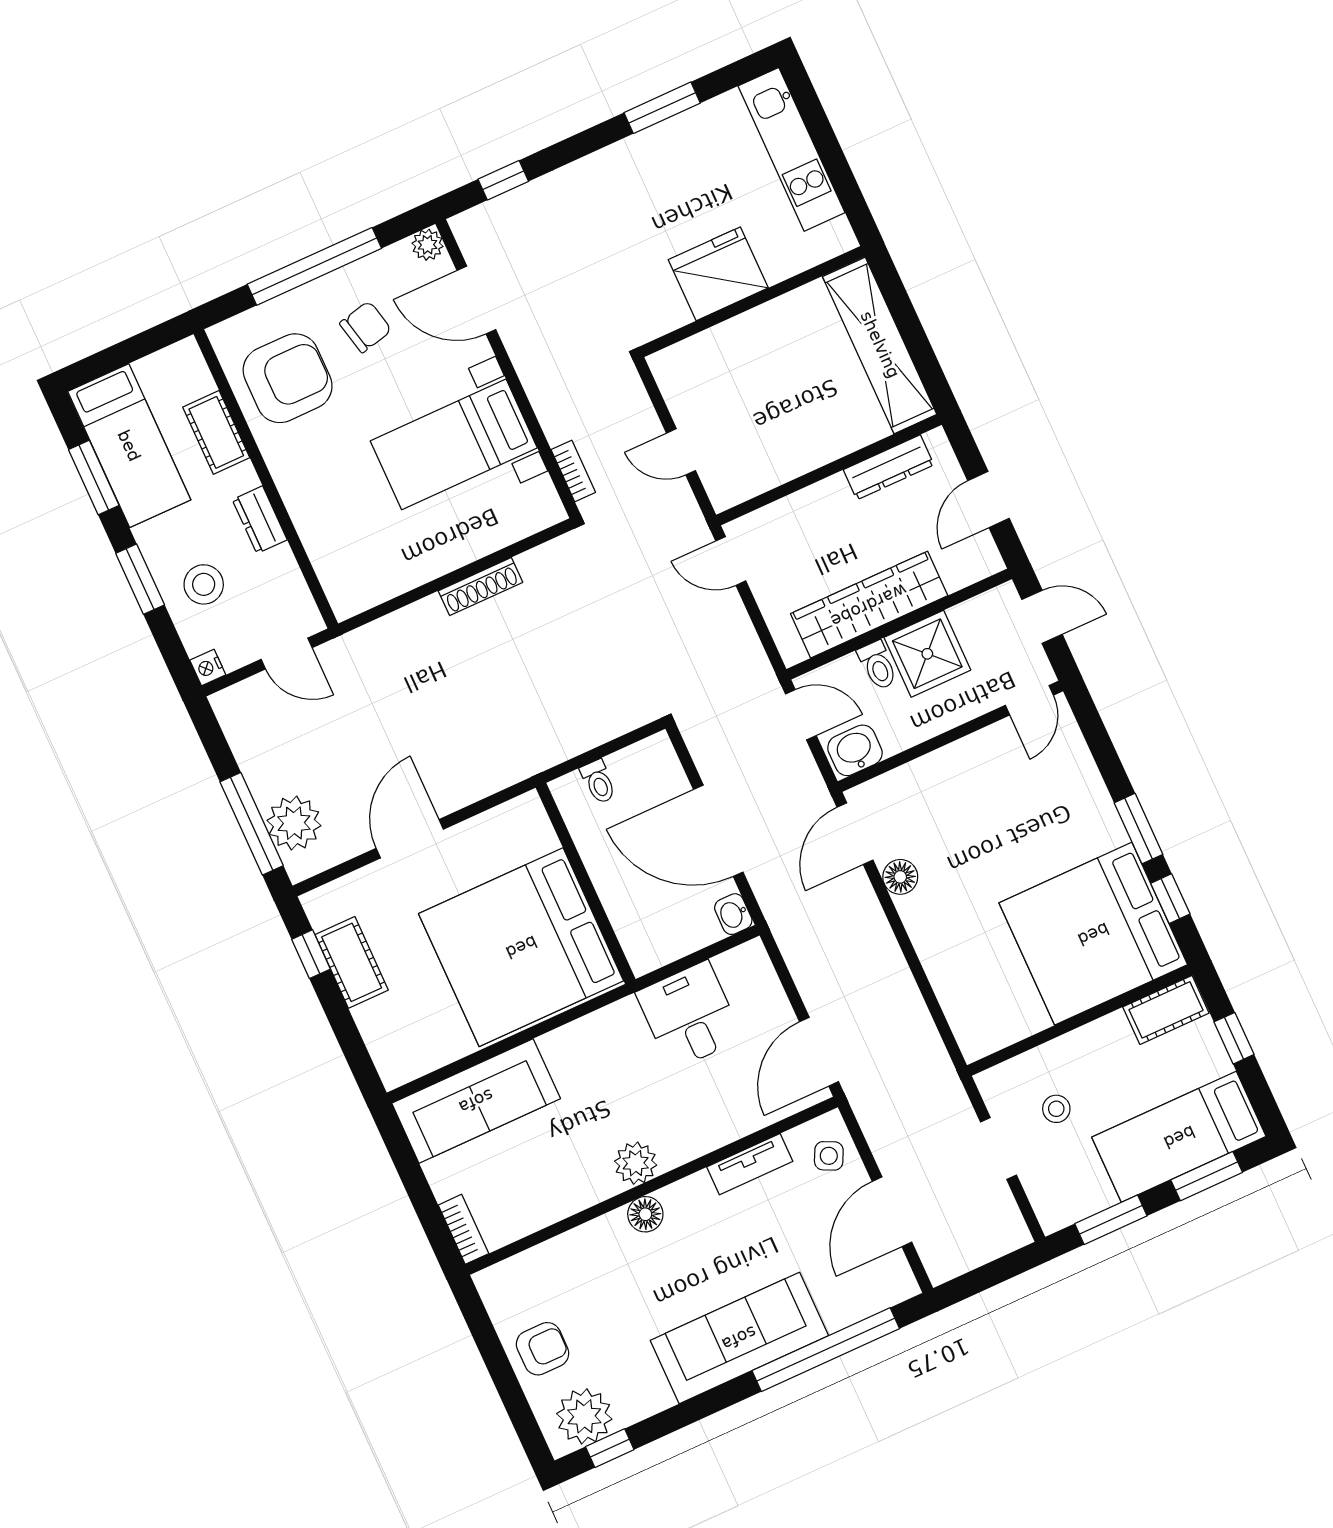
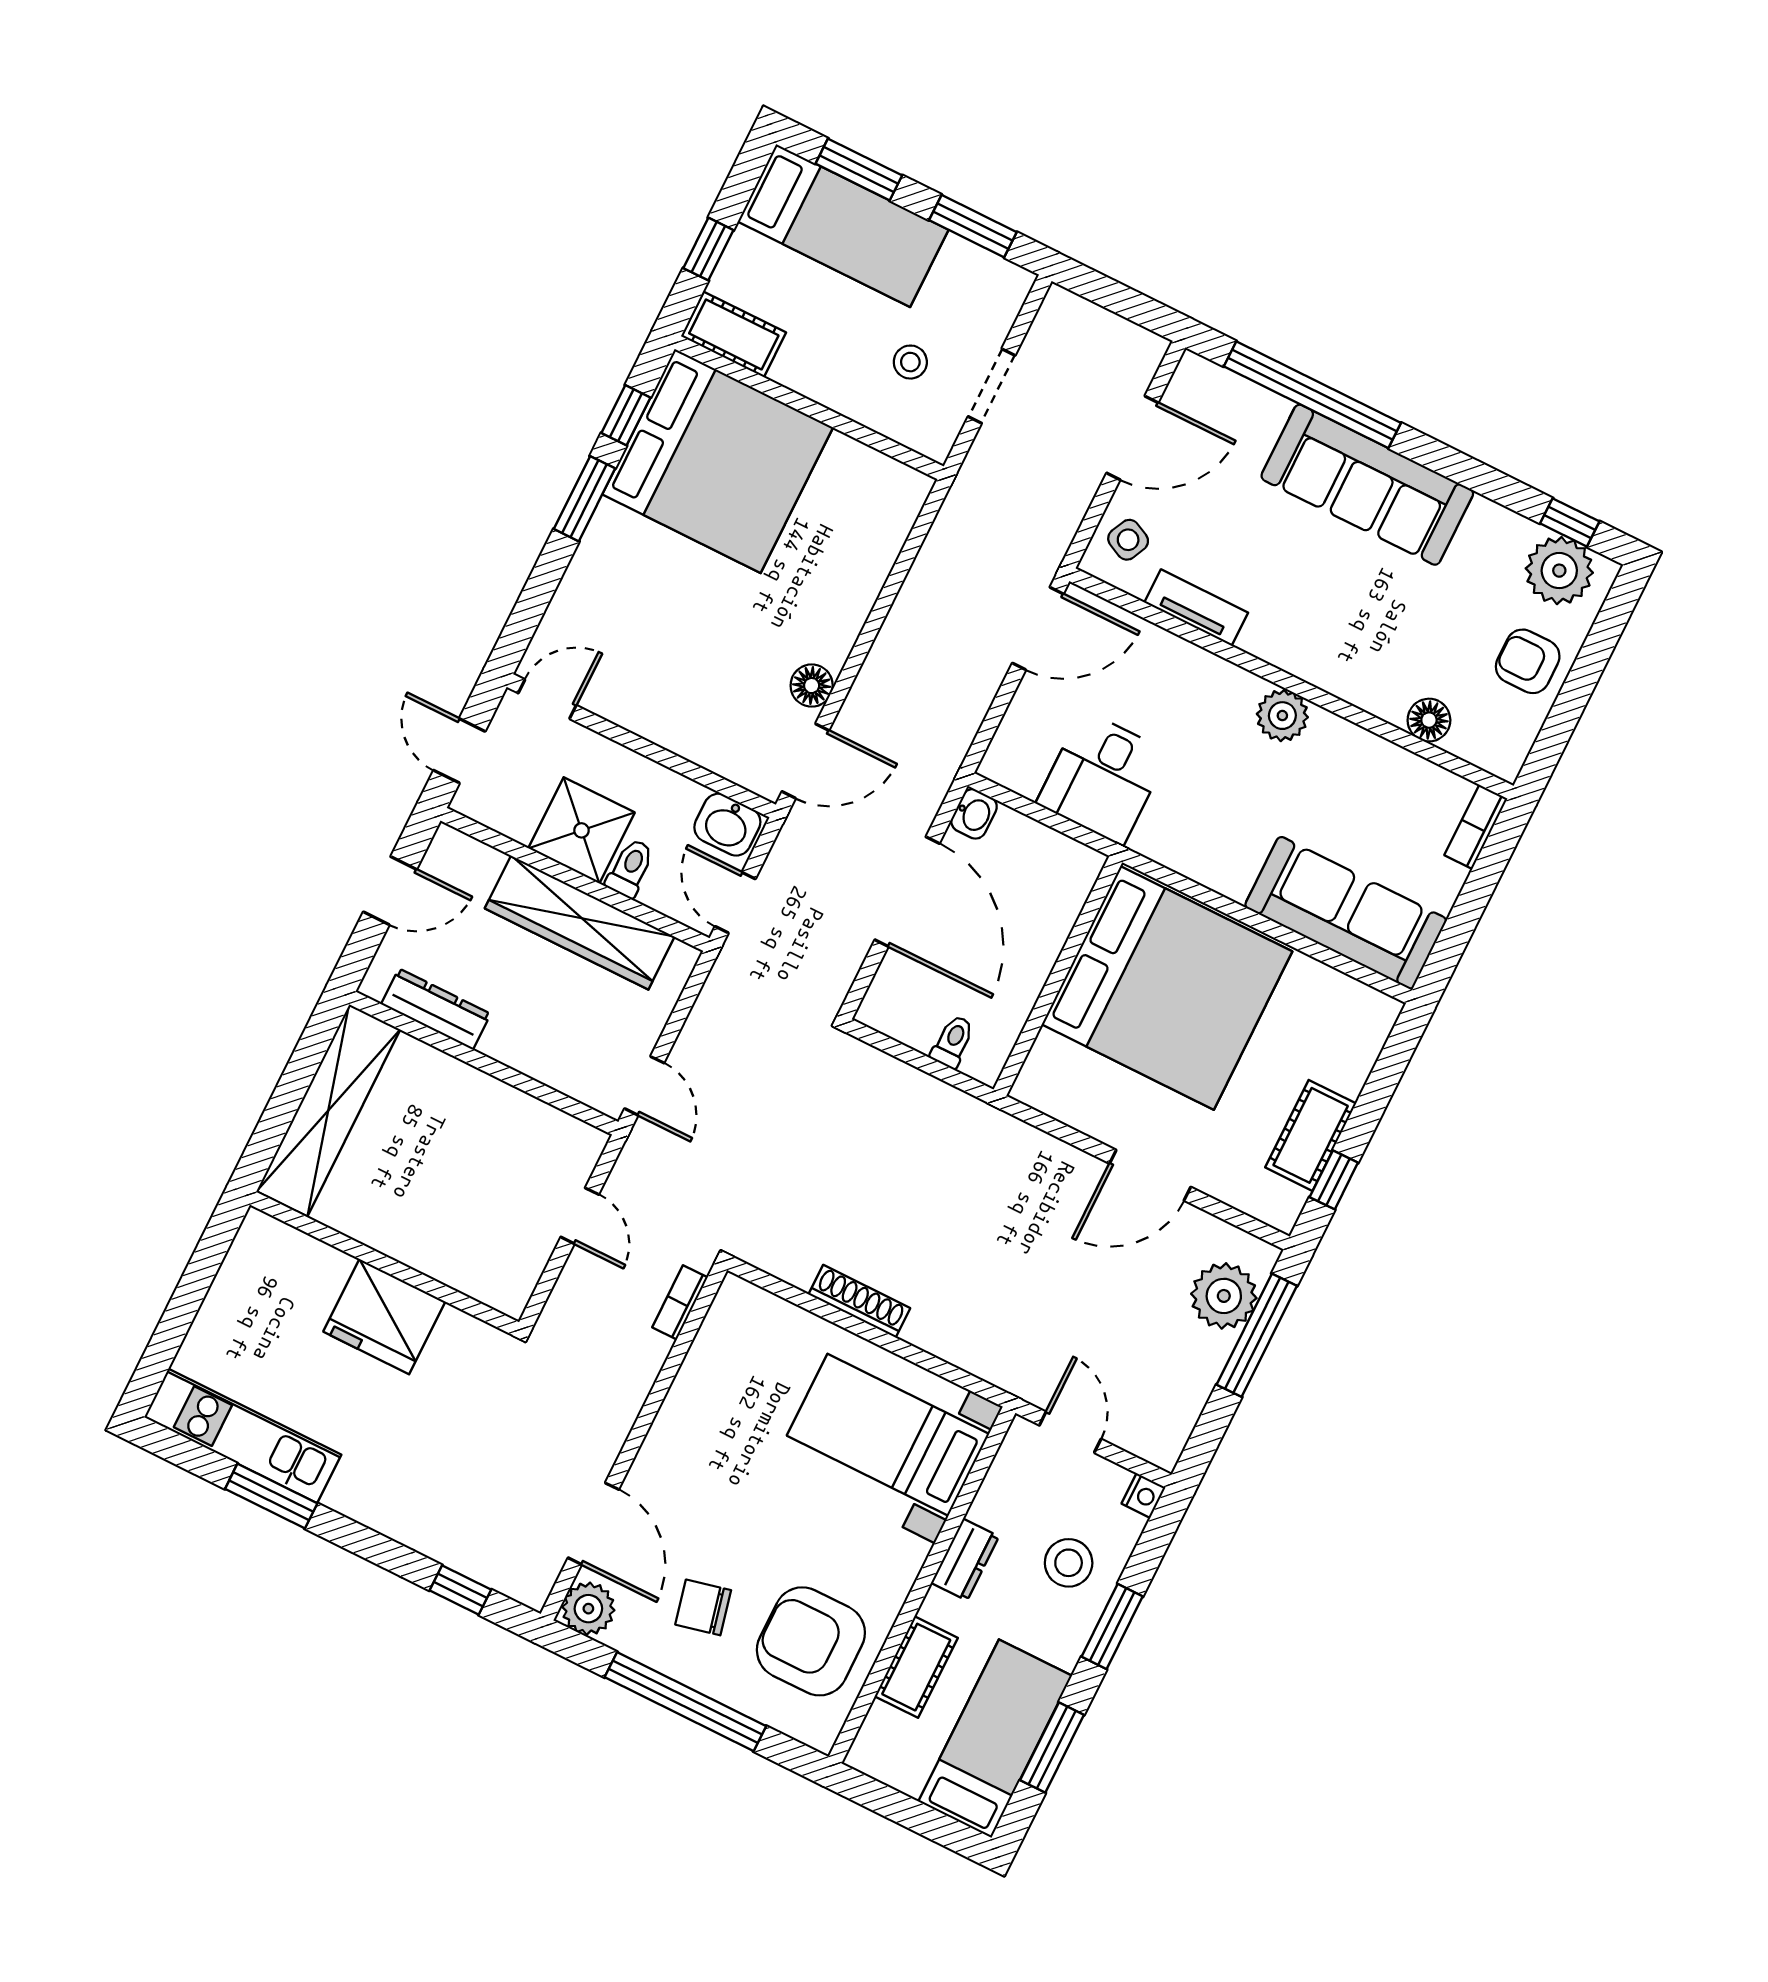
kitchen unit: (791, 149) -> (243, 1436), moved, turned -90
plant: (428, 245) -> (588, 1609), width x1.38, depth x1.38
bed with nightstands: (454, 444) -> (888, 1435), moved, turned 180
floor lamp: (645, 1214) -> (1429, 720), moved

